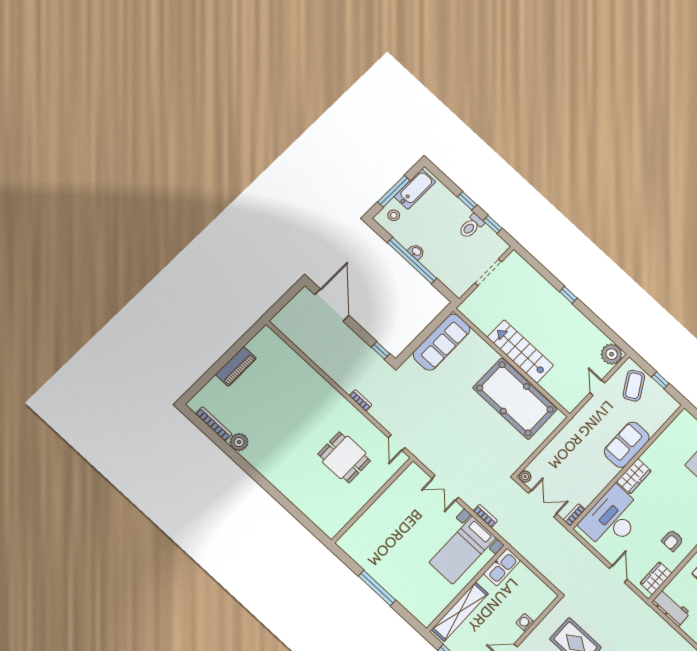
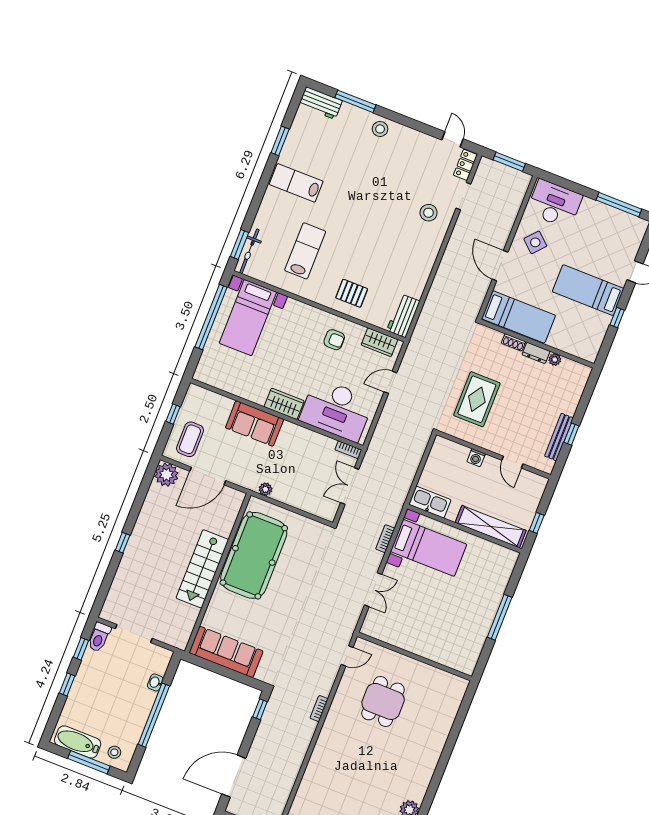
toilet: (471, 226) -> (99, 637), moved, turned 90
washbasin: (416, 252) -> (155, 682), moved
coffee table: (634, 386) -> (190, 439), turned -60
door: (597, 388) -> (208, 476), width x1.88
plant: (525, 477) -> (265, 489), moved

